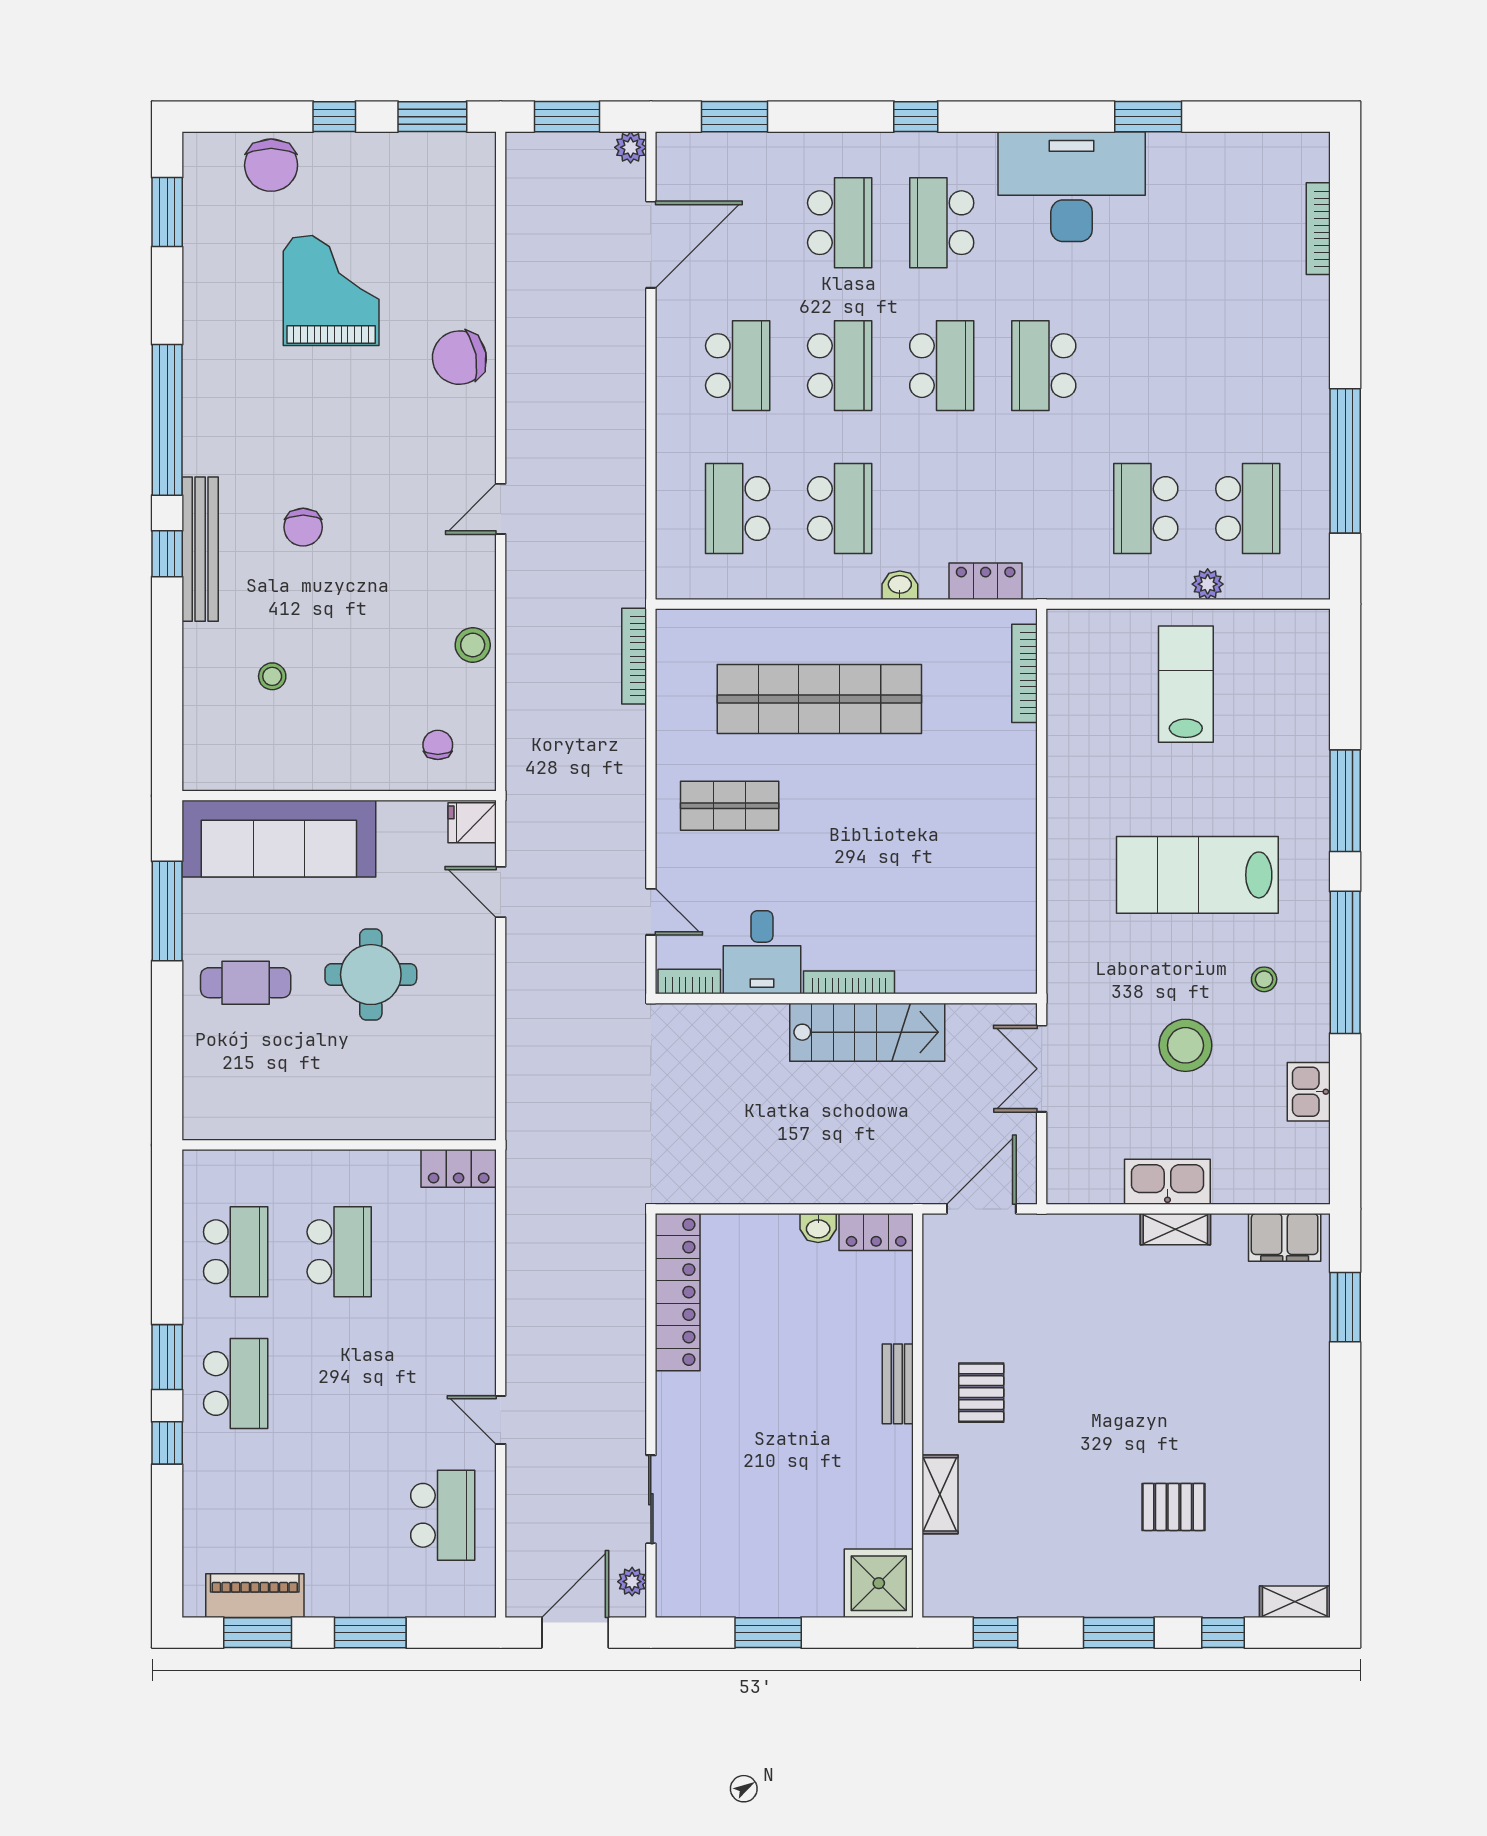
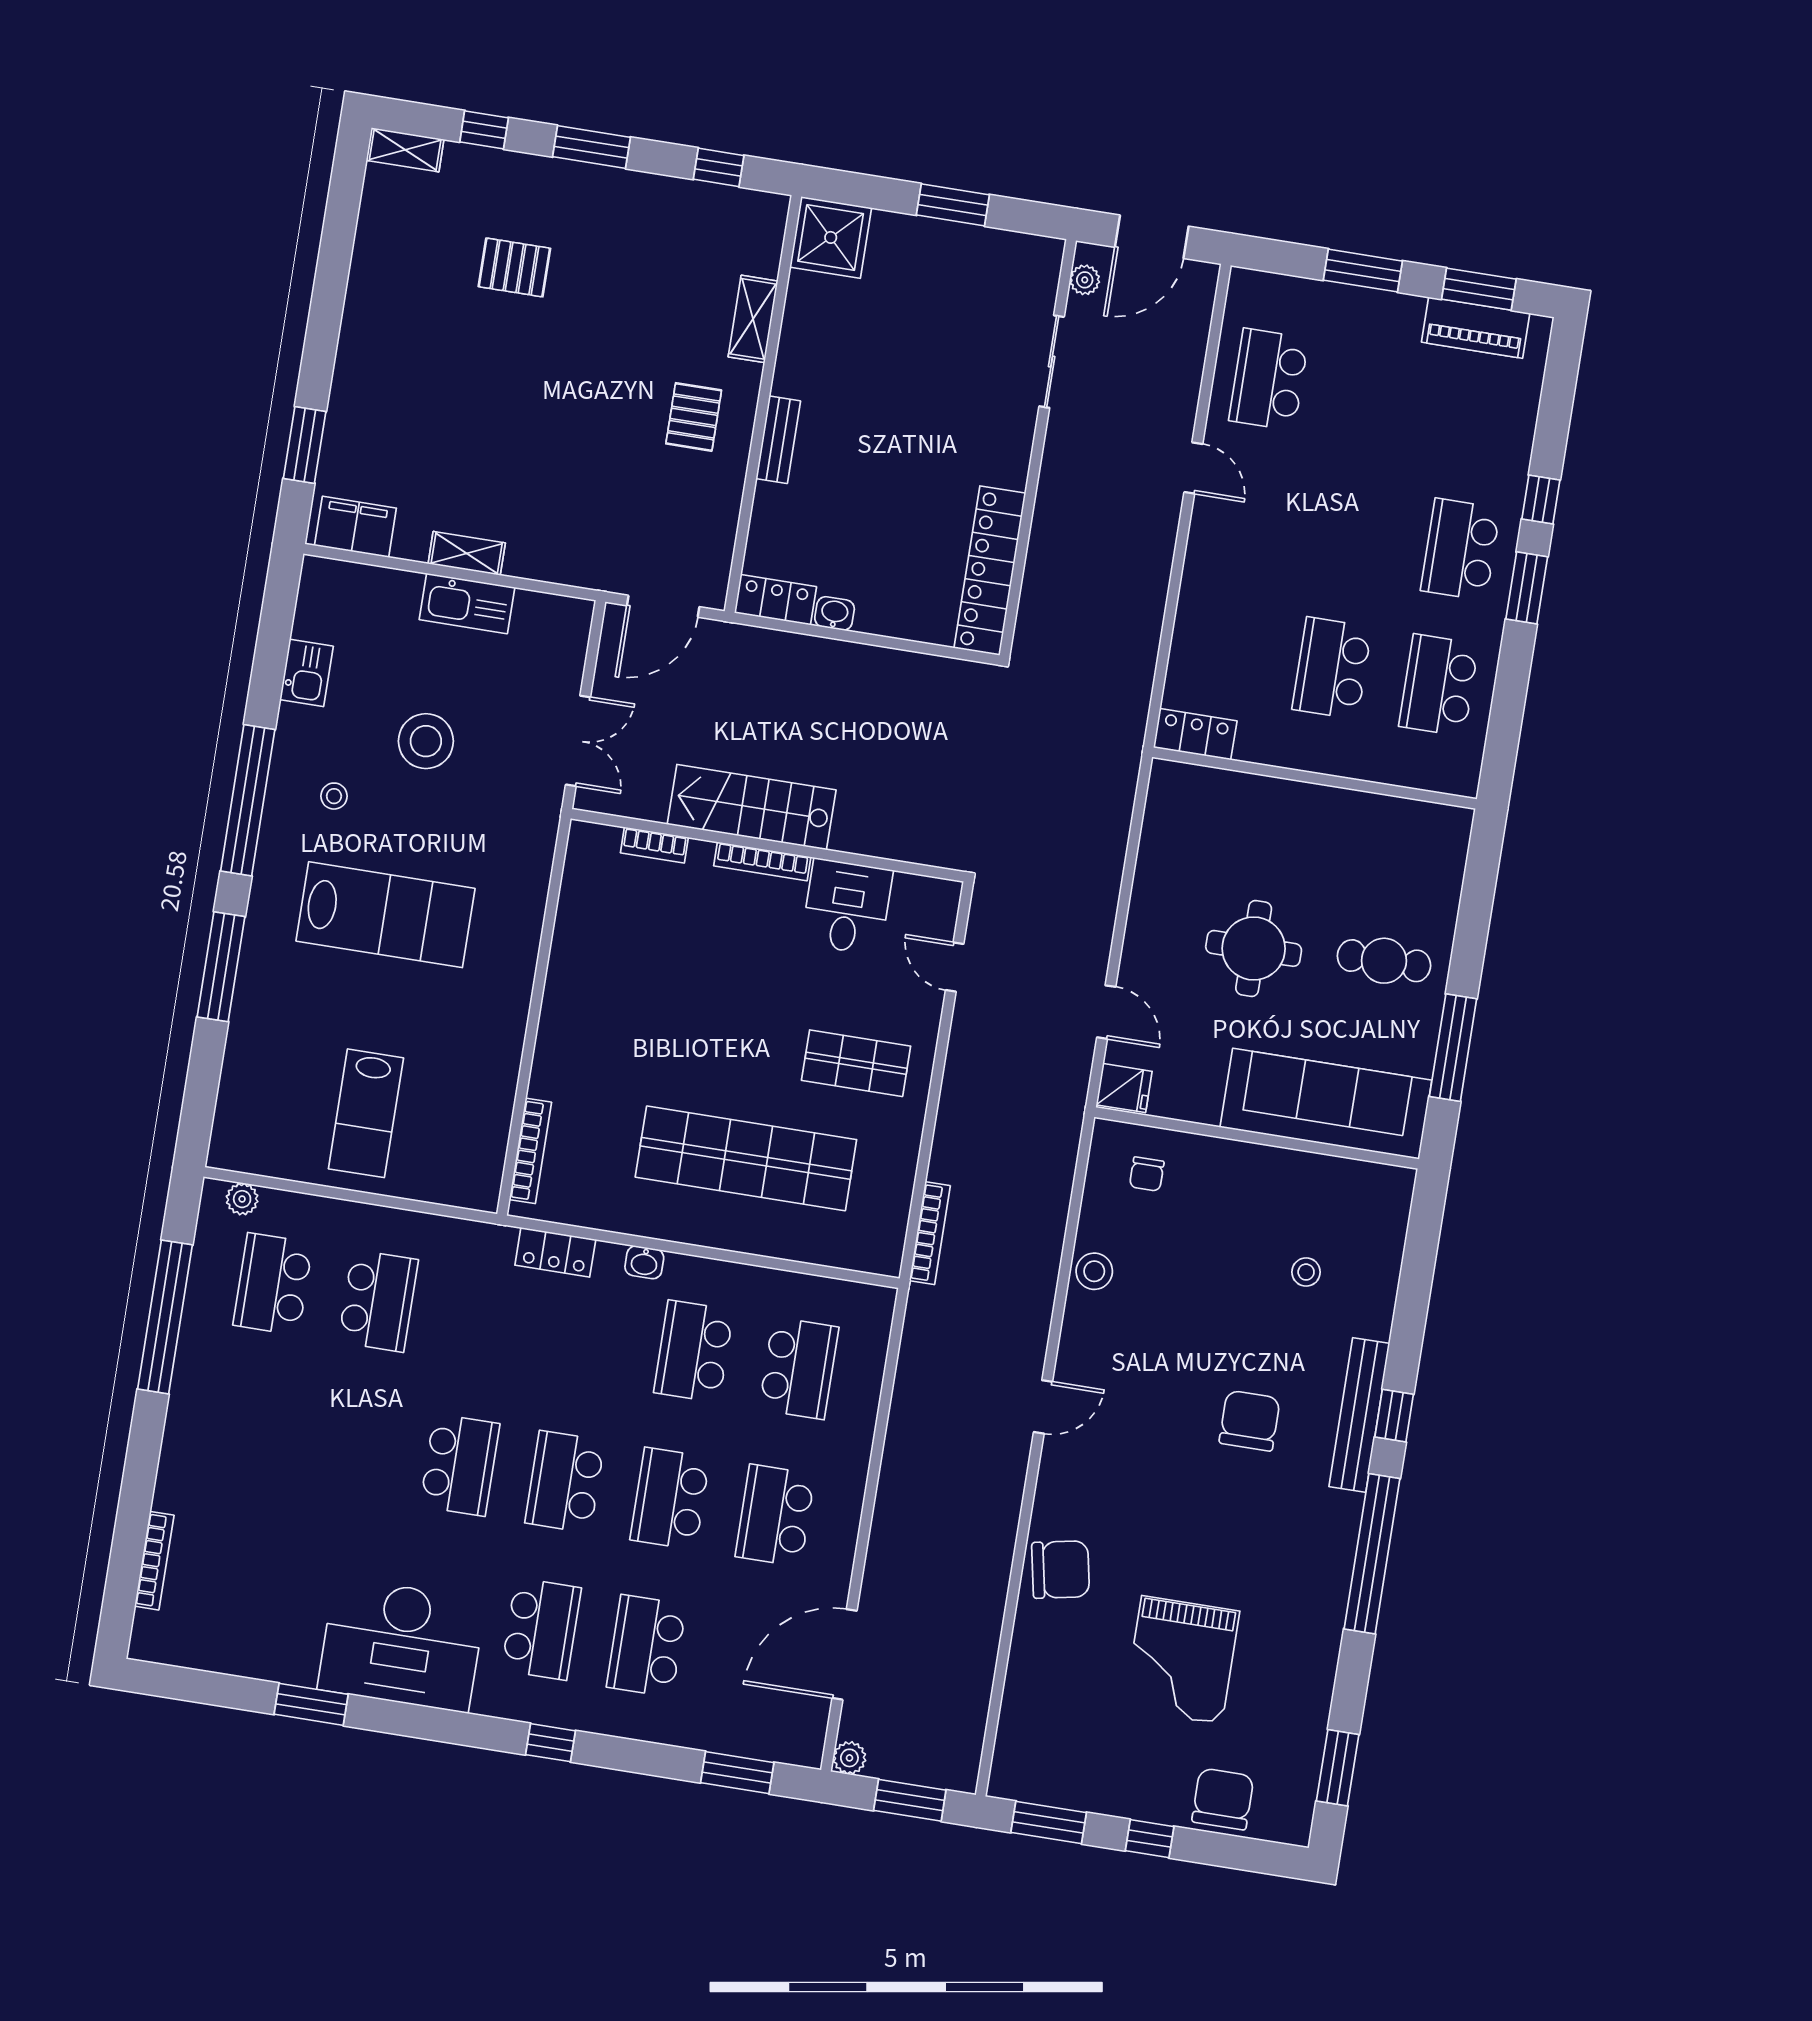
chair: (303, 527) -> (1250, 1421), width x1.37, depth x1.37
plant: (1208, 584) -> (242, 1199), moved
bookcase: (689, 982) -> (654, 845), moved

